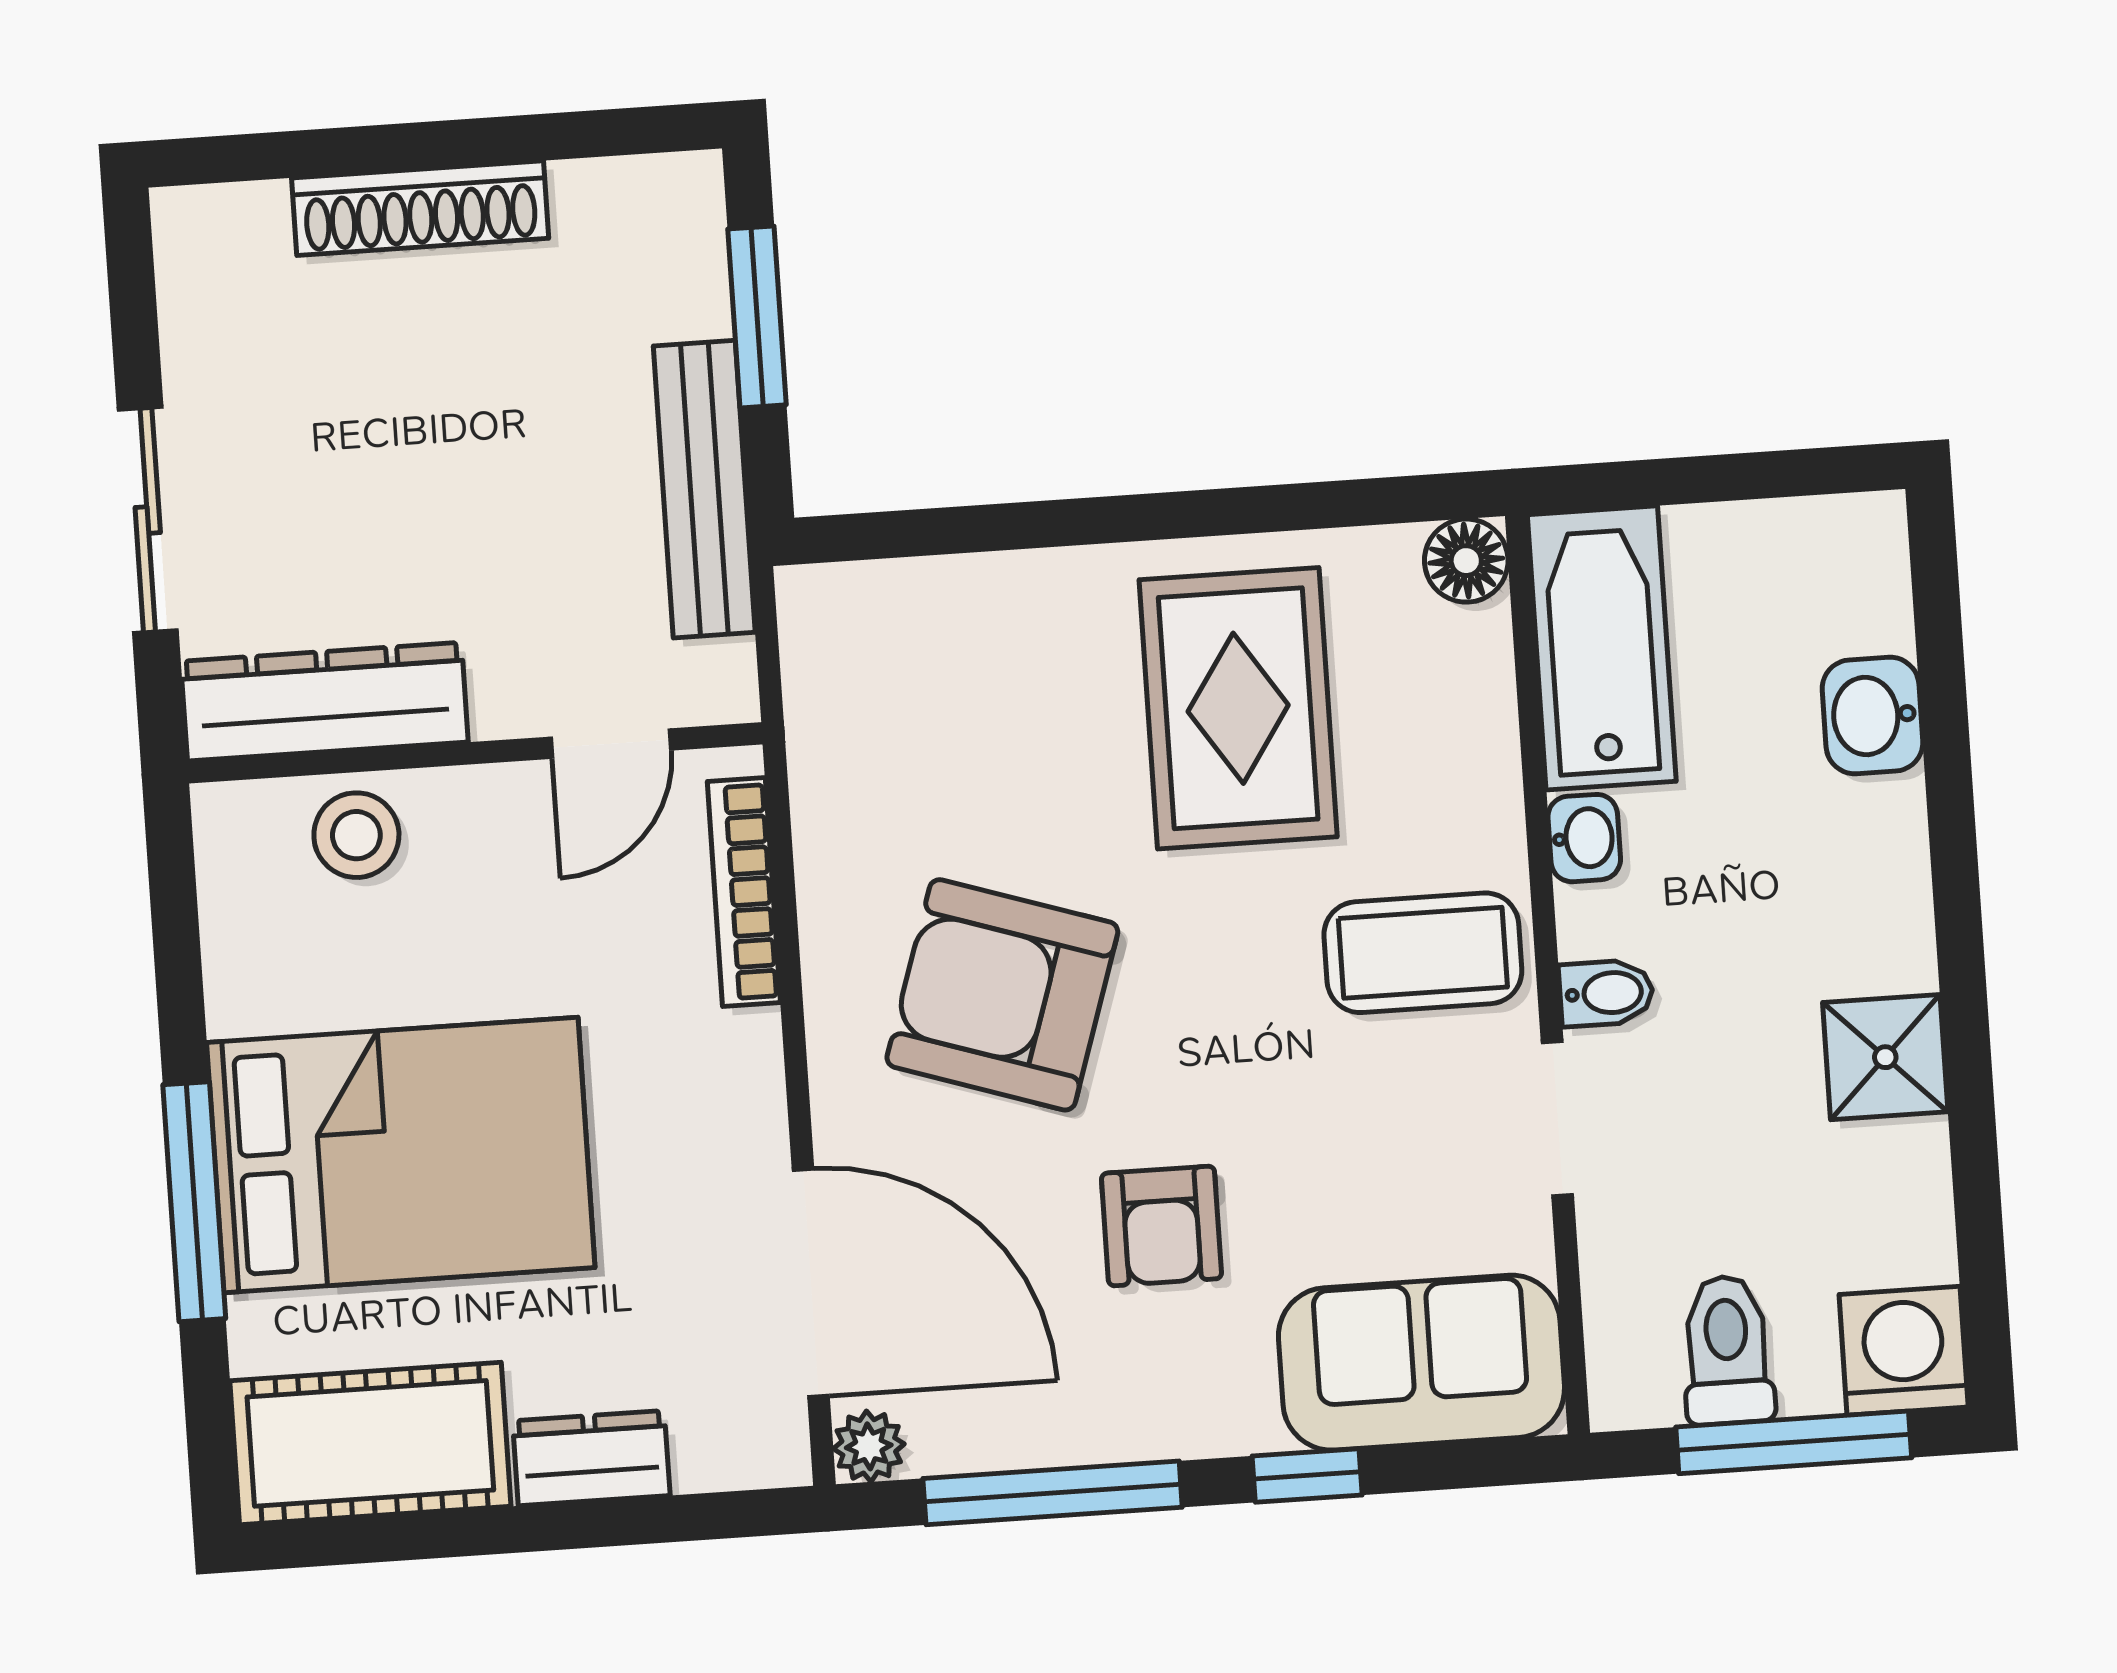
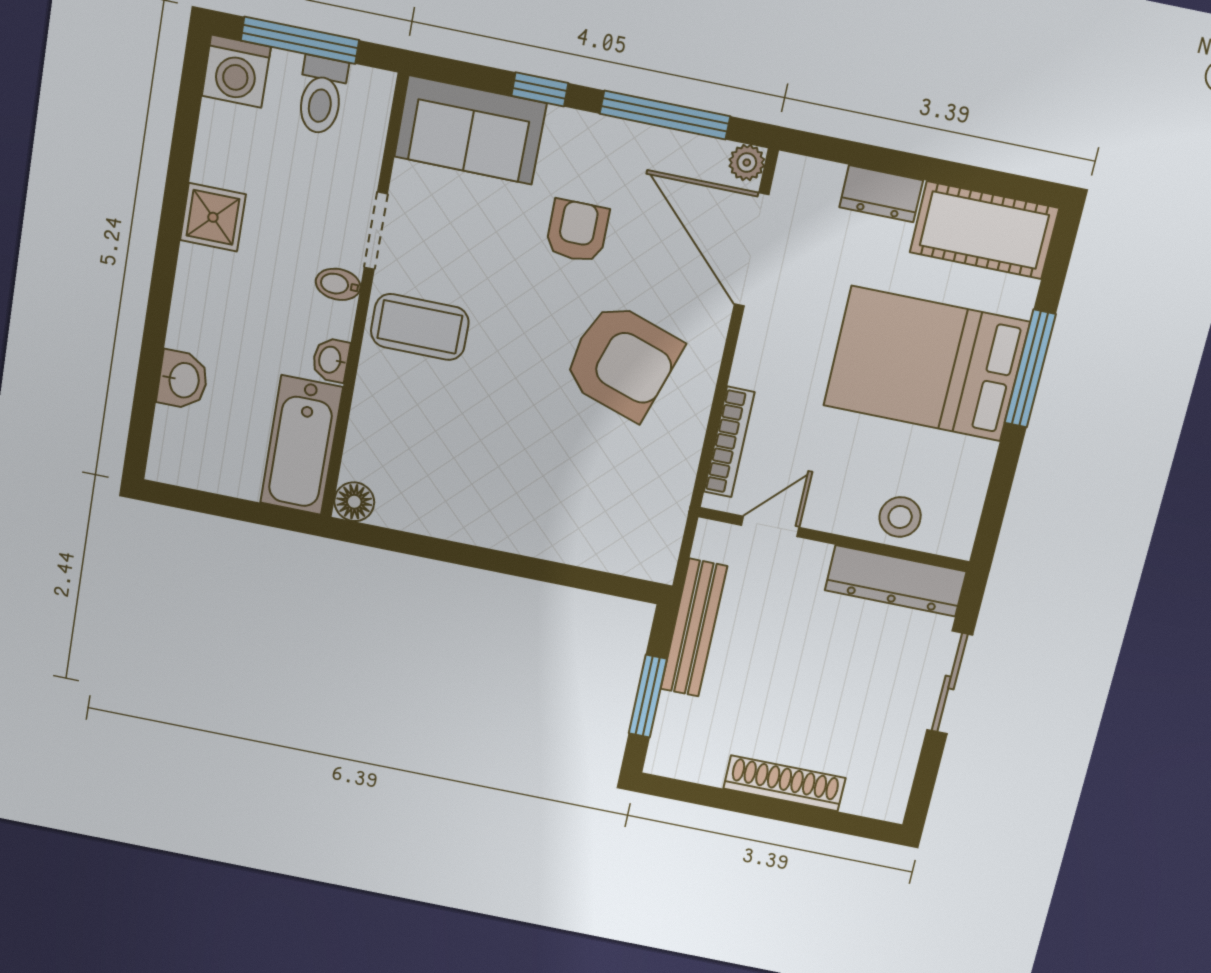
rug: (1238, 708) -> (477, 464), removed

